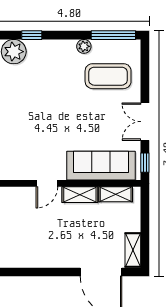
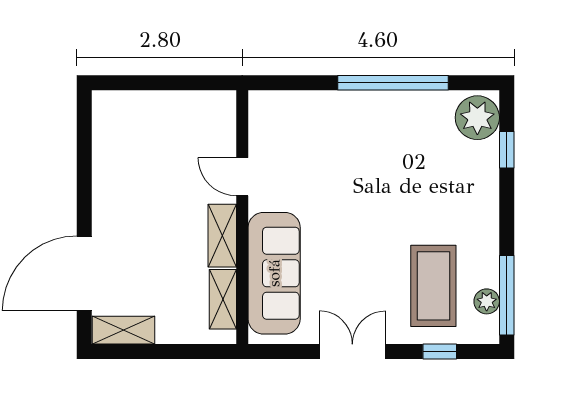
plant: (84, 46) -> (487, 301), moved
window: (145, 163) -> (440, 352), moved

